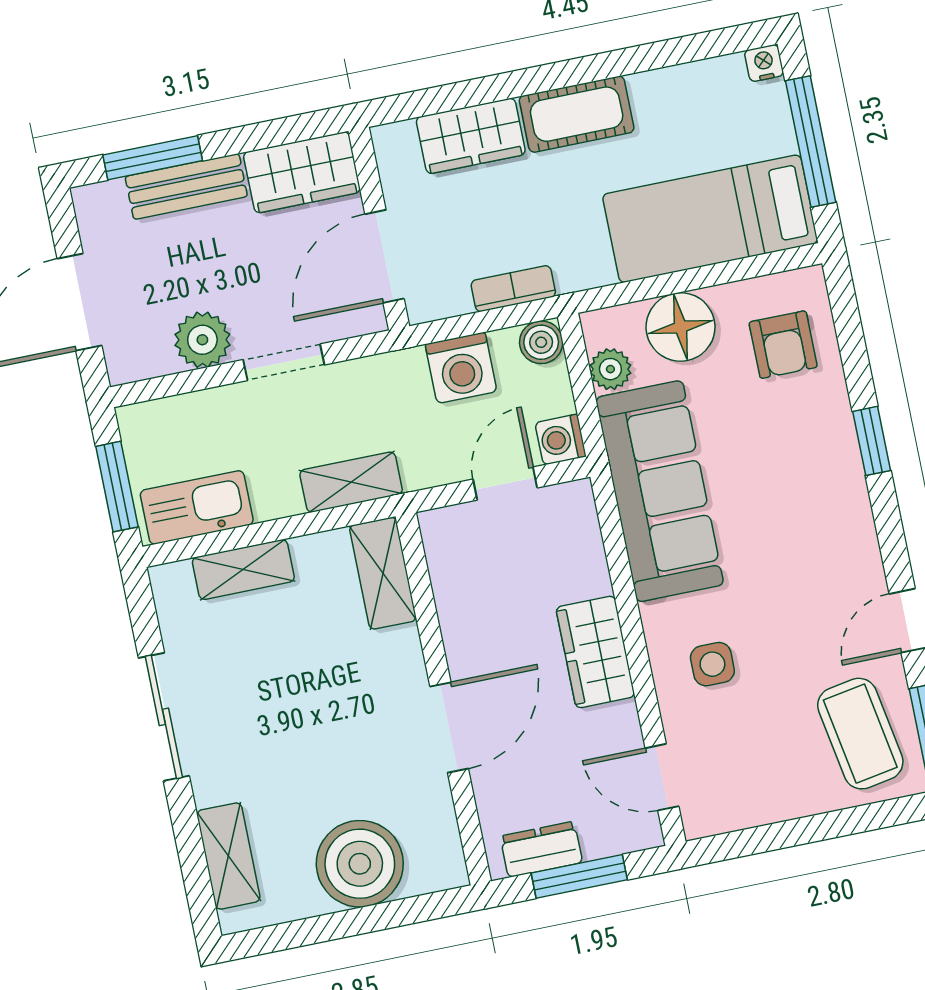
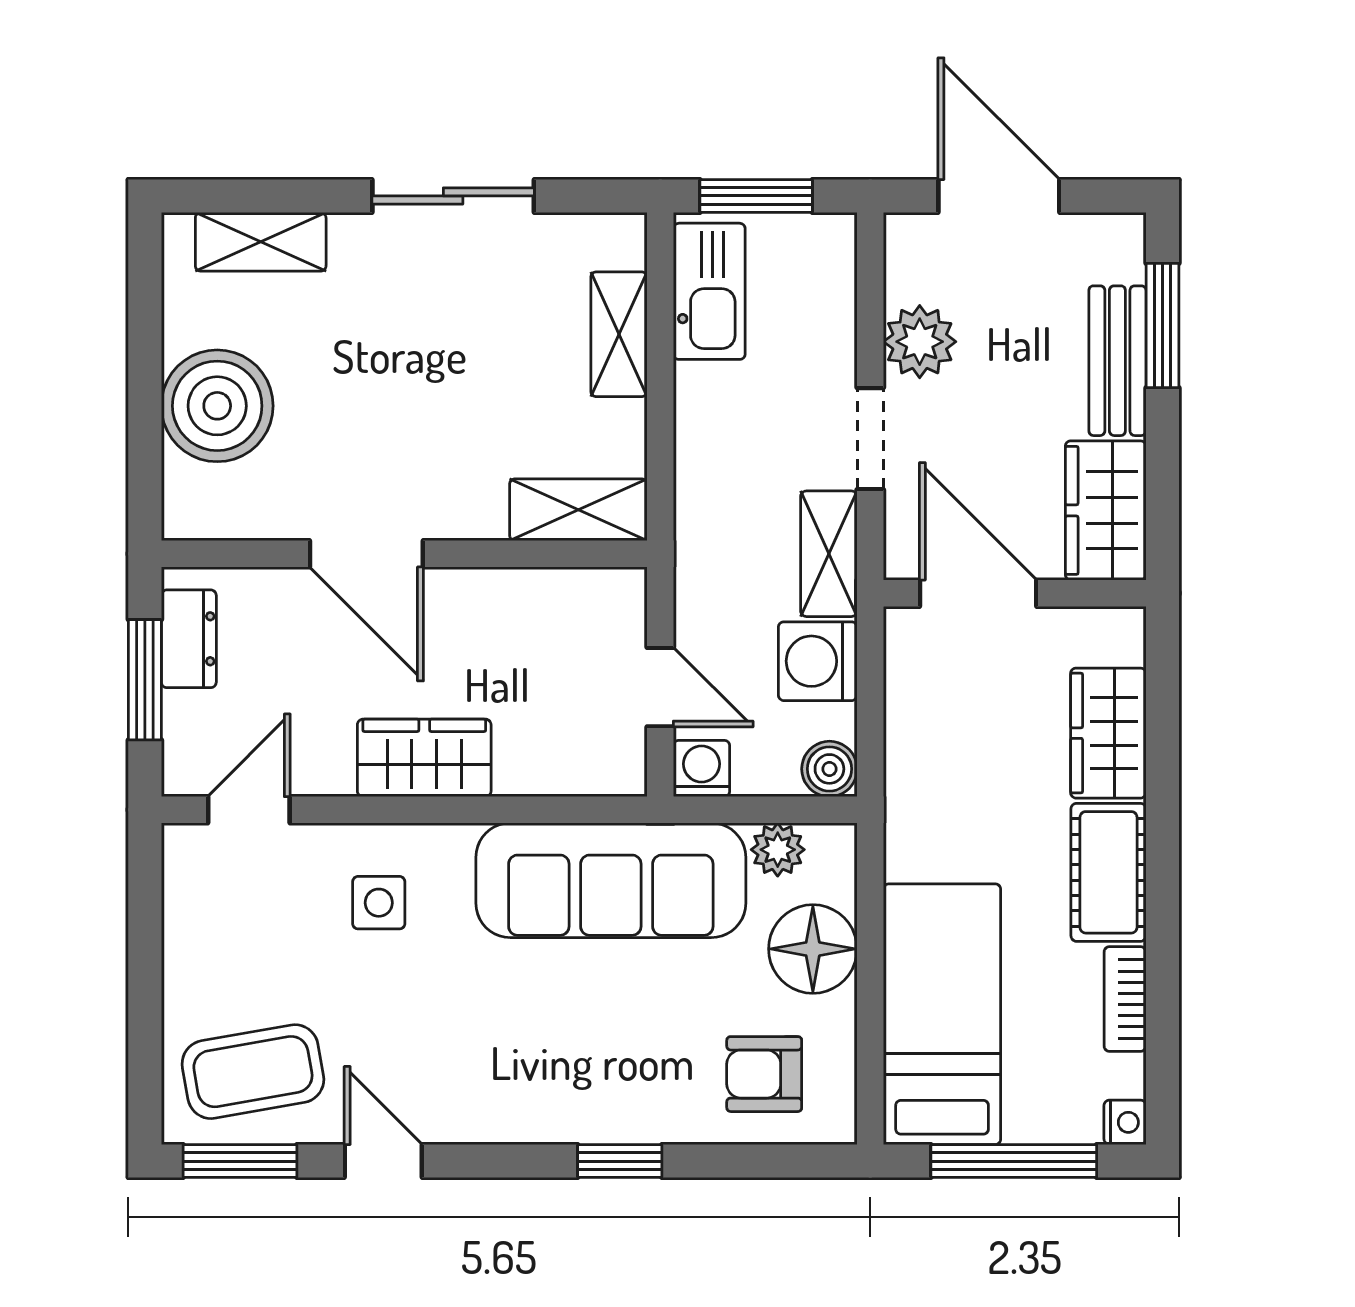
bookcase: (513, 289) -> (1125, 999), moved, turned 180
shelving: (351, 482) -> (829, 554), moved

